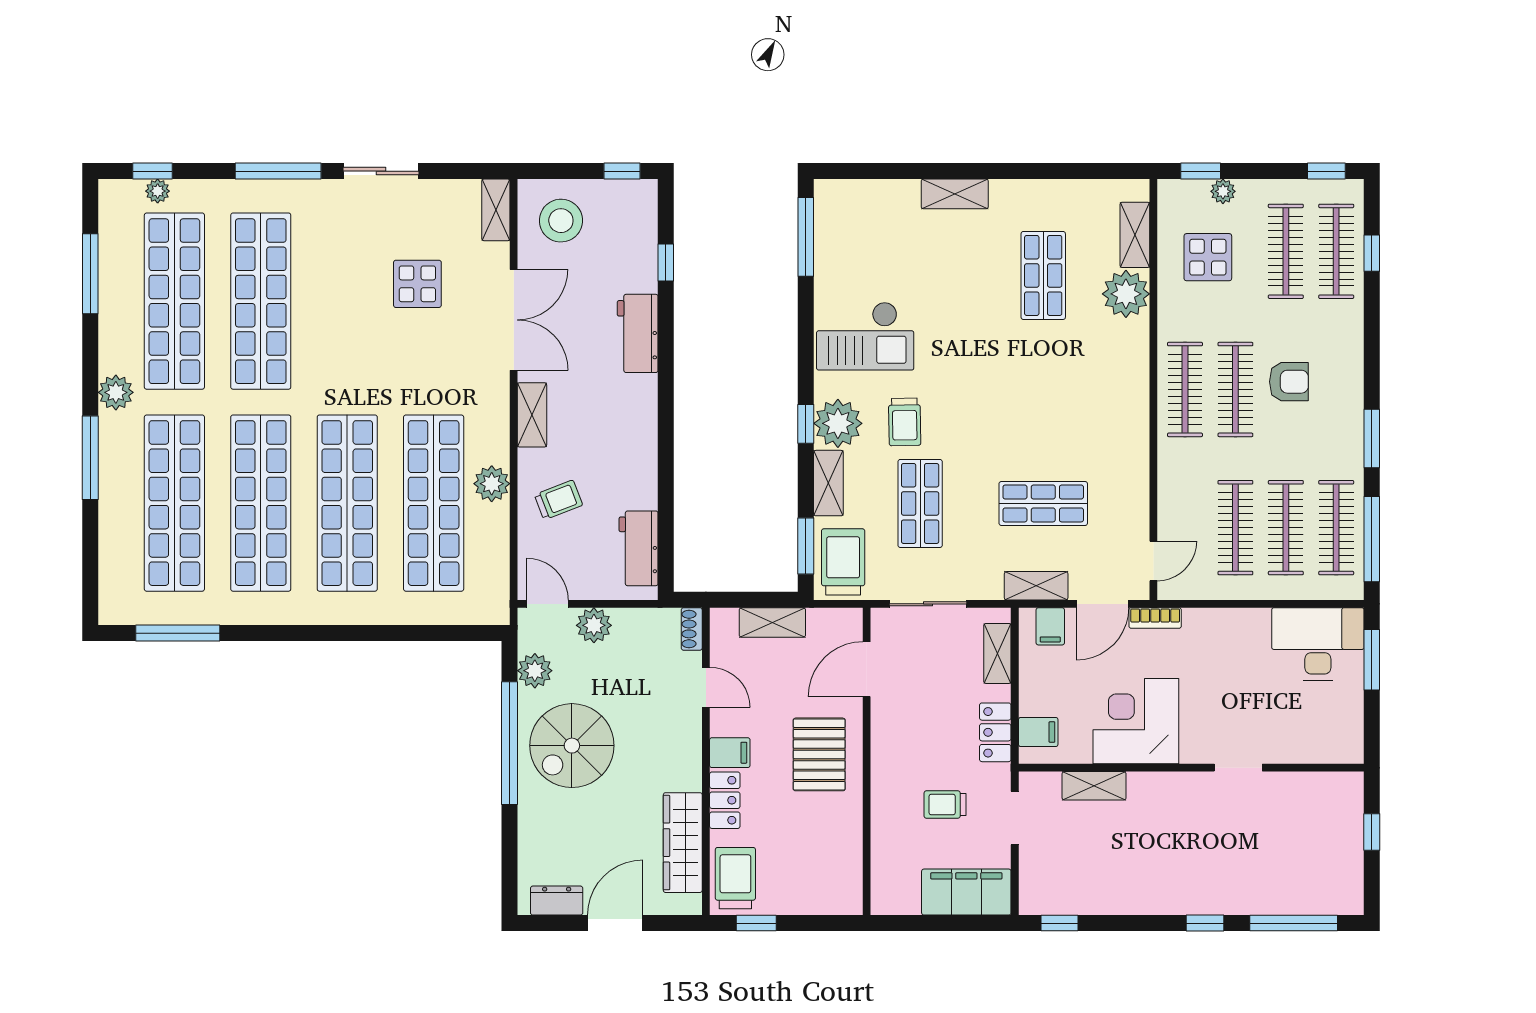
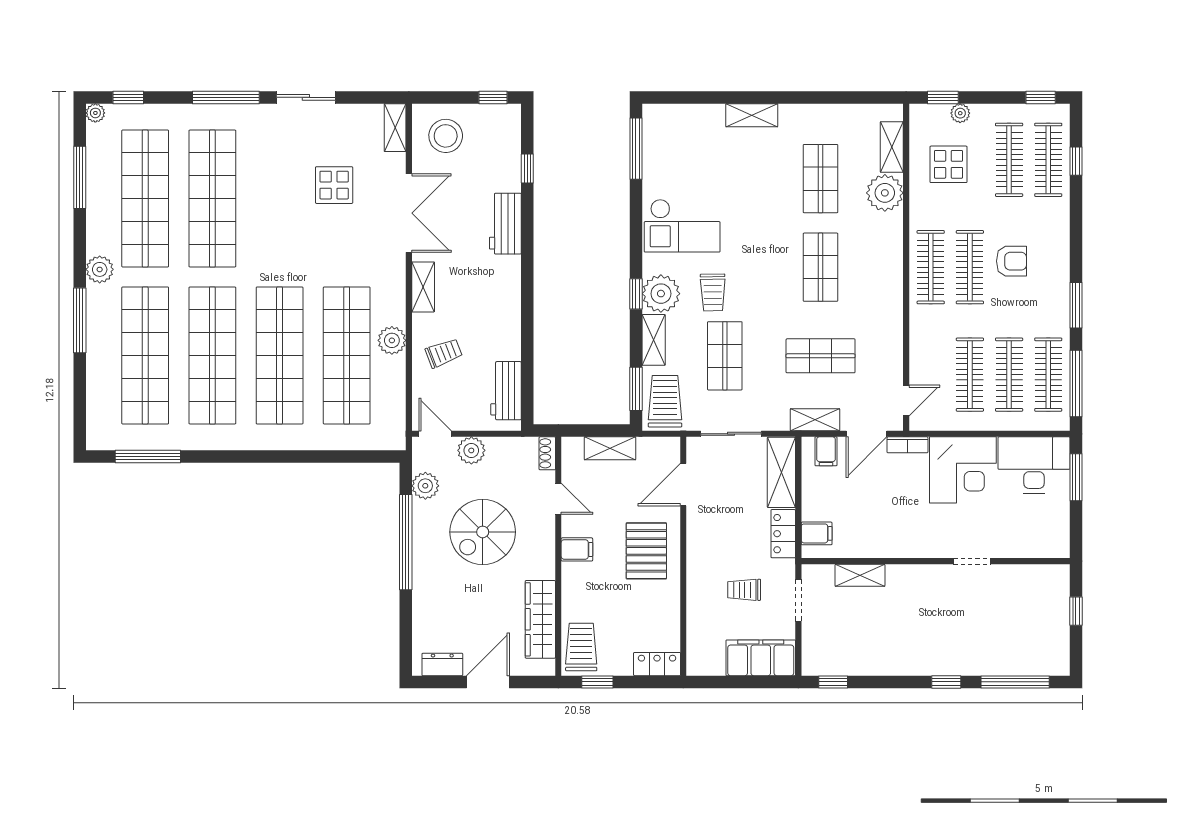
plant: (158, 191) -> (95, 113), moved
shop shelf: (1043, 389) -> (821, 267), added
shelving: (997, 653) -> (781, 472), width x1.50, depth x1.33
corner desk: (1136, 721) -> (963, 470), moved, turned 180
spiral stairs: (572, 746) -> (483, 532), moved
locker: (725, 800) -> (657, 664), moved, turned -90

